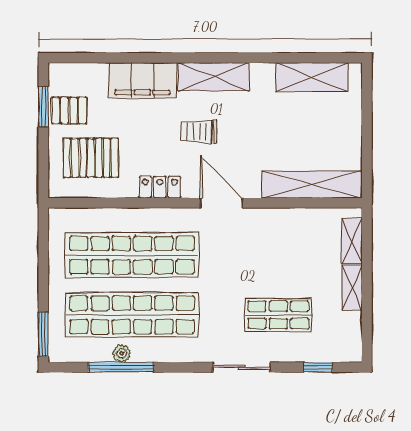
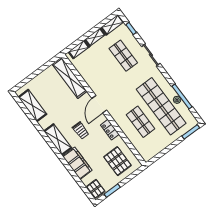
pallet: (69, 111) -> (96, 189), moved
shop shelf: (132, 255) -> (140, 122), width x0.50, depth x0.74
shelving: (351, 337) -> (112, 25), added

